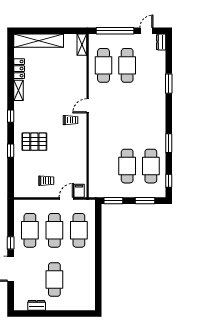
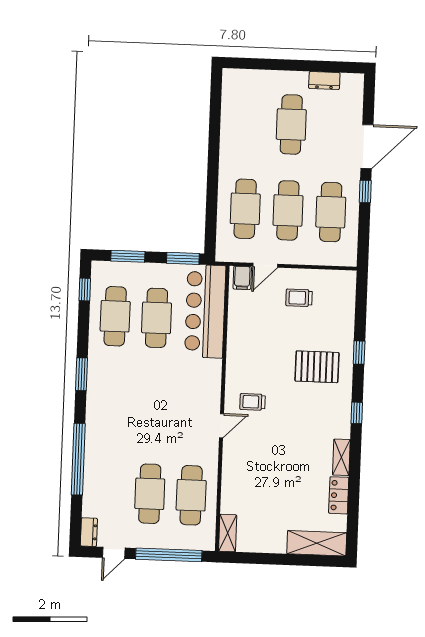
shelving: (39, 41) -> (317, 543), width x0.68
window: (169, 84) -> (78, 459), width x2.11
window: (169, 143) -> (81, 374), moved
bar counter: (100, 171) -> (205, 311), added

